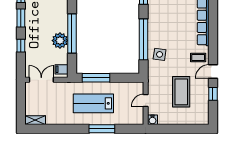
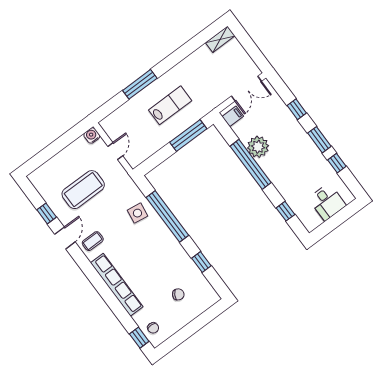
coffee table: (181, 92) -> (83, 190), turned 90
lab bench: (93, 103) -> (170, 105), width x0.73, depth x0.72

